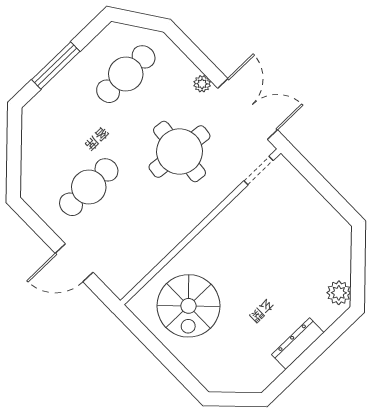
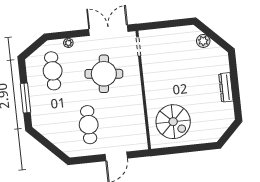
plant: (202, 84) -> (68, 43), moved
plant: (339, 293) -> (203, 41), moved

